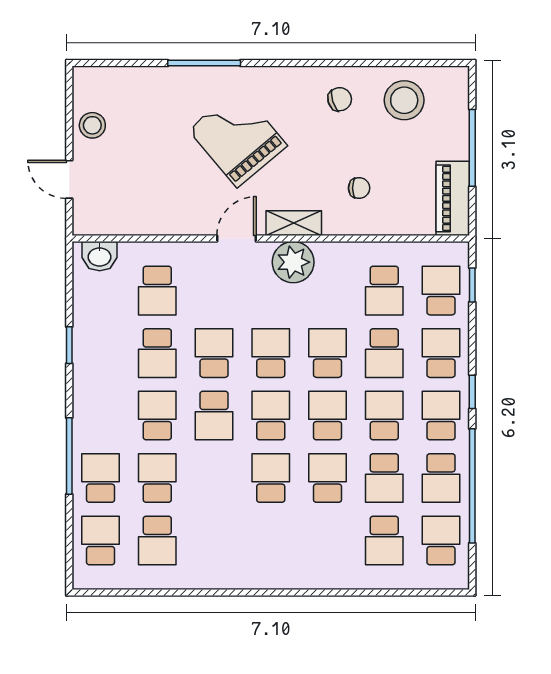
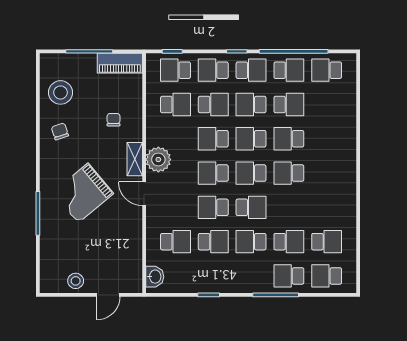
school desk: (441, 416) -> (251, 70), turned 180
school desk: (157, 478) -> (289, 242), turned 180
school desk: (384, 540) -> (327, 104), removed

